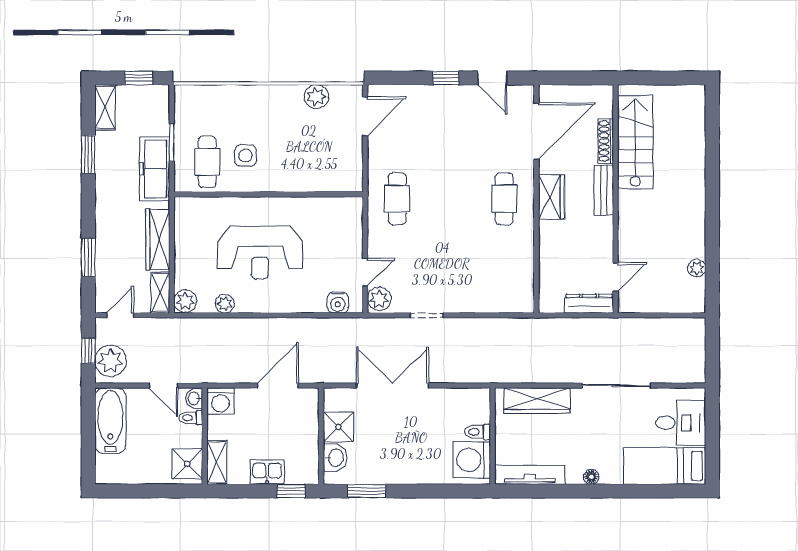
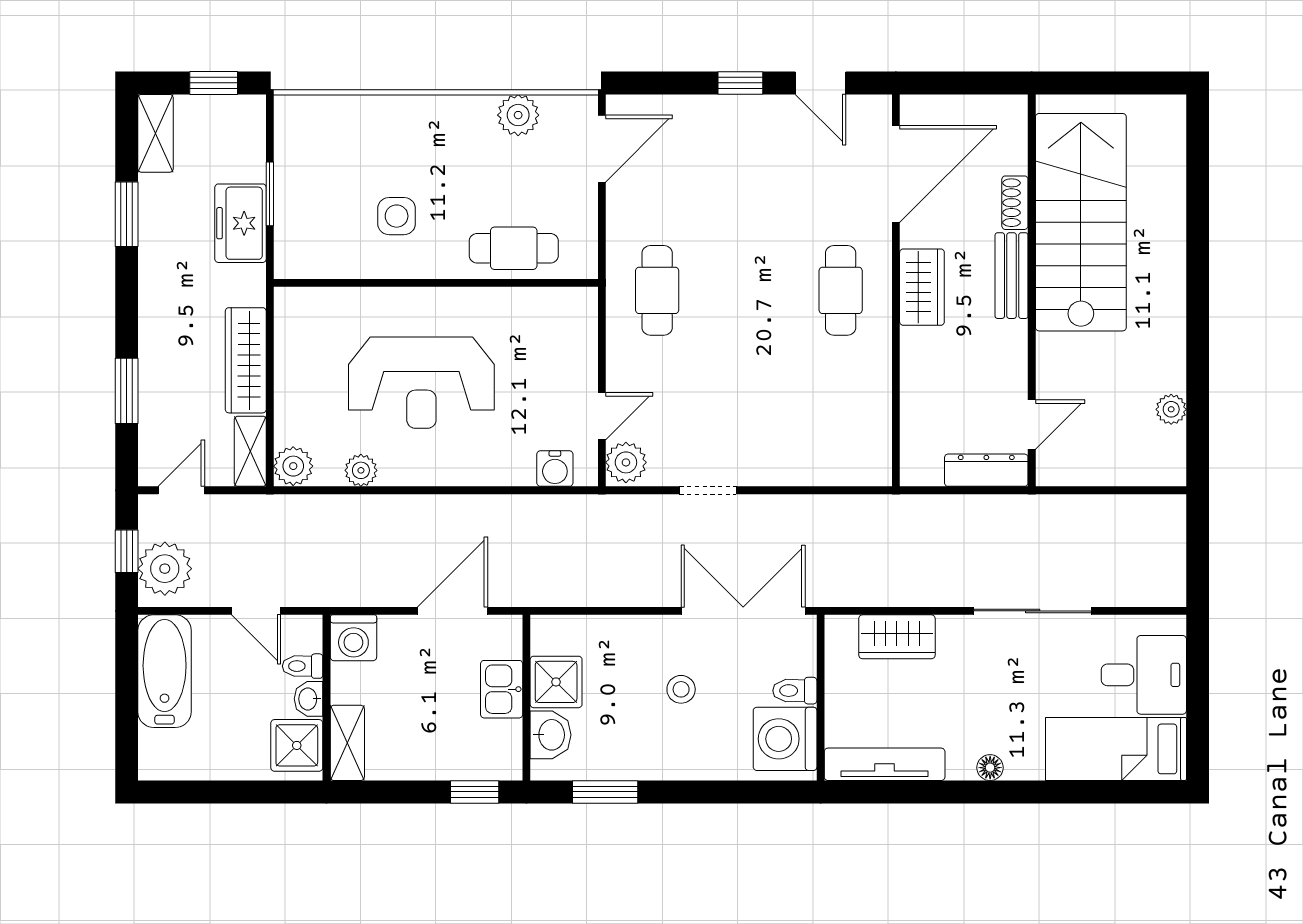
shoe rack: (606, 141) -> (1015, 203), width x0.70
stairs: (635, 142) -> (1081, 222), width x1.36, depth x1.51
cafe table: (207, 162) -> (514, 248), moved, turned 90
freezer: (155, 169) -> (241, 223), width x0.71
double door: (393, 386) -> (743, 611), moved
washbasin: (194, 399) -> (309, 699), moved
wardrobe: (537, 401) -> (897, 637), width x0.67
stool: (411, 431) -> (681, 689), added
kitchen sink: (267, 472) -> (502, 689), moved, turned -90

